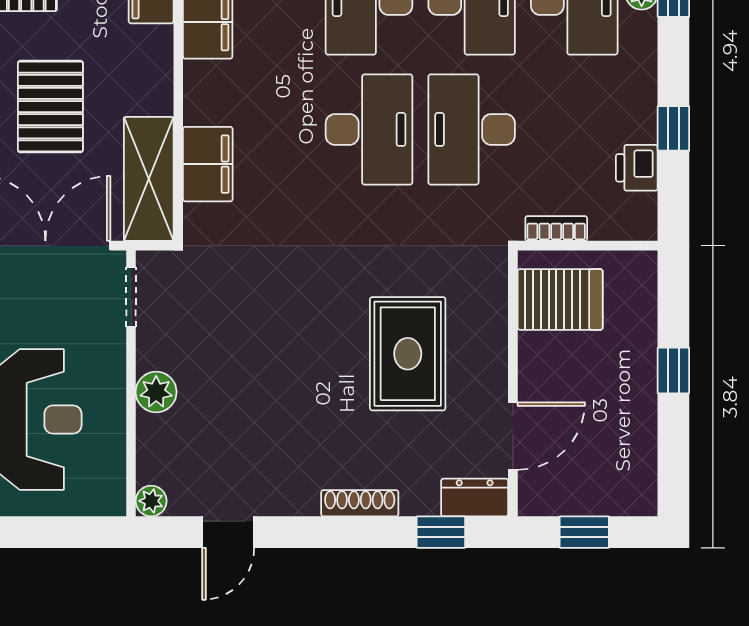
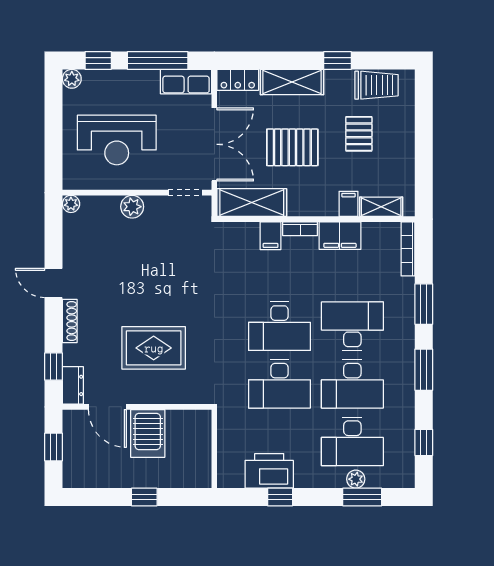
desk: (472, 129) -> (279, 384), turned 180
filing cabinet: (208, 164) -> (270, 236), width x0.50
printer: (637, 168) -> (269, 471), width x1.87, depth x1.48
bookcase: (556, 228) -> (300, 229), moved, turned 90
server rack: (560, 299) -> (148, 433), moved
door: (228, 532) -> (54, 283), moved

